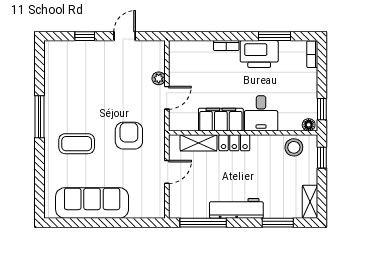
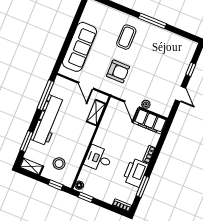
filing cabinet: (221, 120) -> (150, 122), moved, turned 90
locker: (234, 143) -> (87, 135), removed
stool: (294, 147) -> (59, 164), moved
sofa: (92, 203) -> (80, 47), moved
workbench: (236, 208) -> (48, 120), width x1.36, depth x1.32

